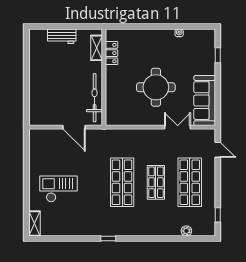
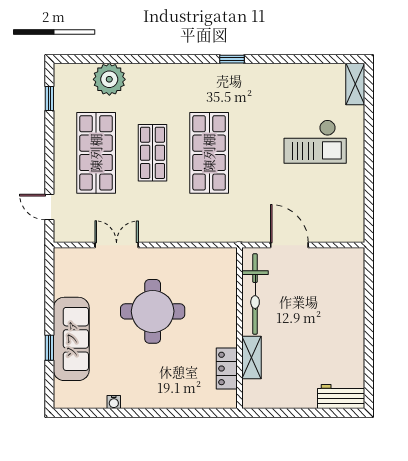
workbench: (62, 36) -> (341, 397), moved
shelving: (97, 48) -> (252, 357), moved
window: (218, 55) -> (49, 348), moved
sofa: (205, 101) -> (71, 339), moved
double door: (178, 127) -> (117, 245), swing flipped
plant: (186, 231) -> (109, 79), width x1.87, depth x1.87

